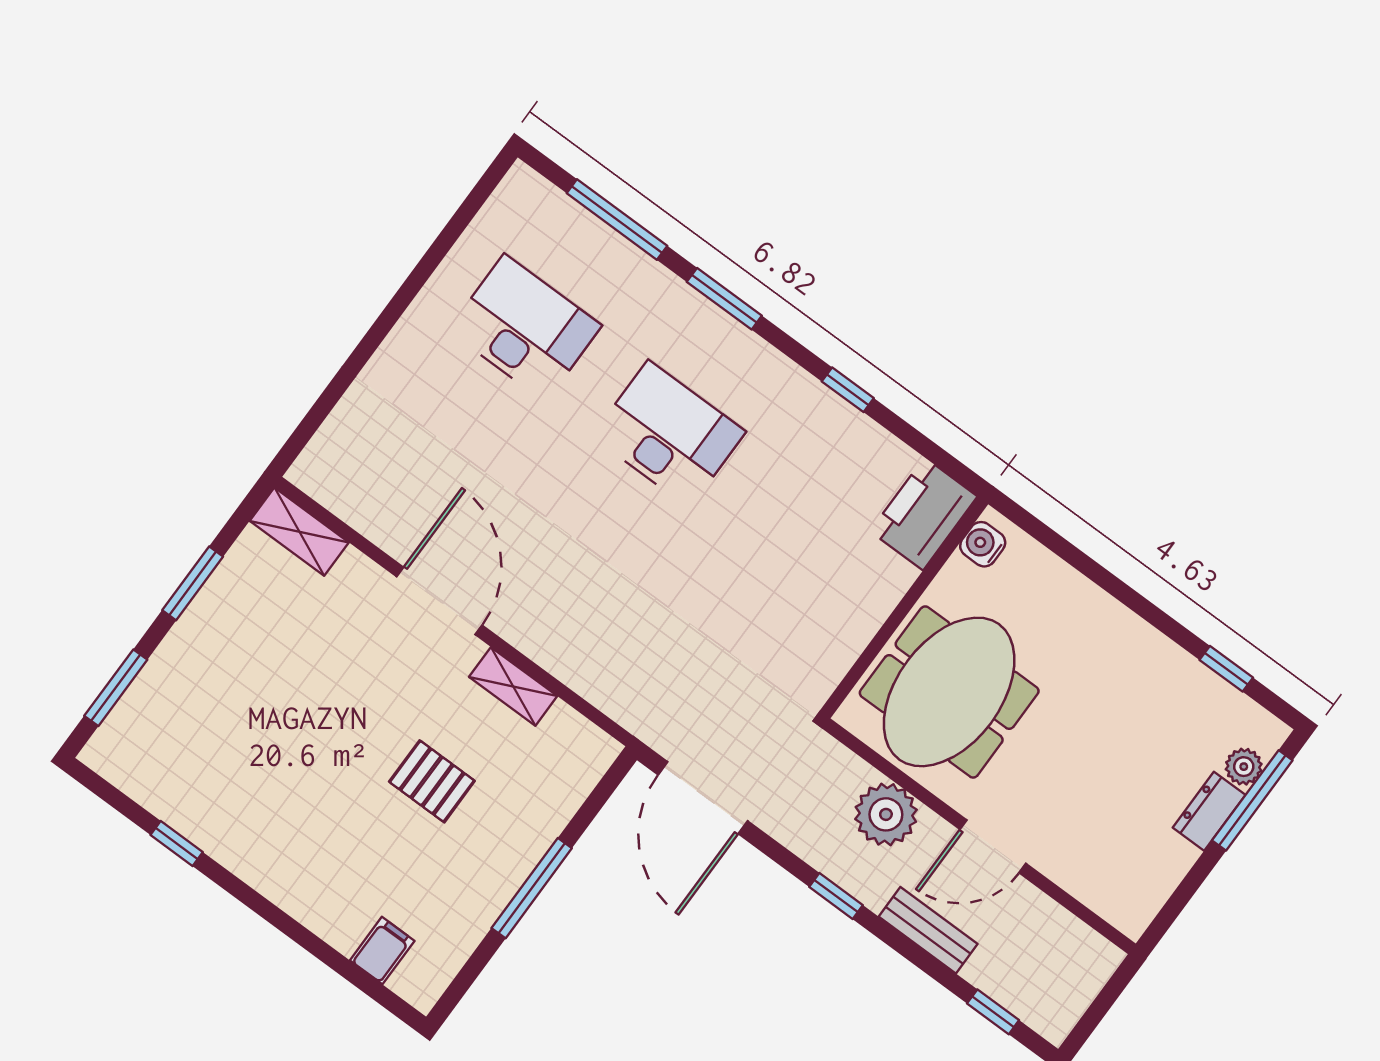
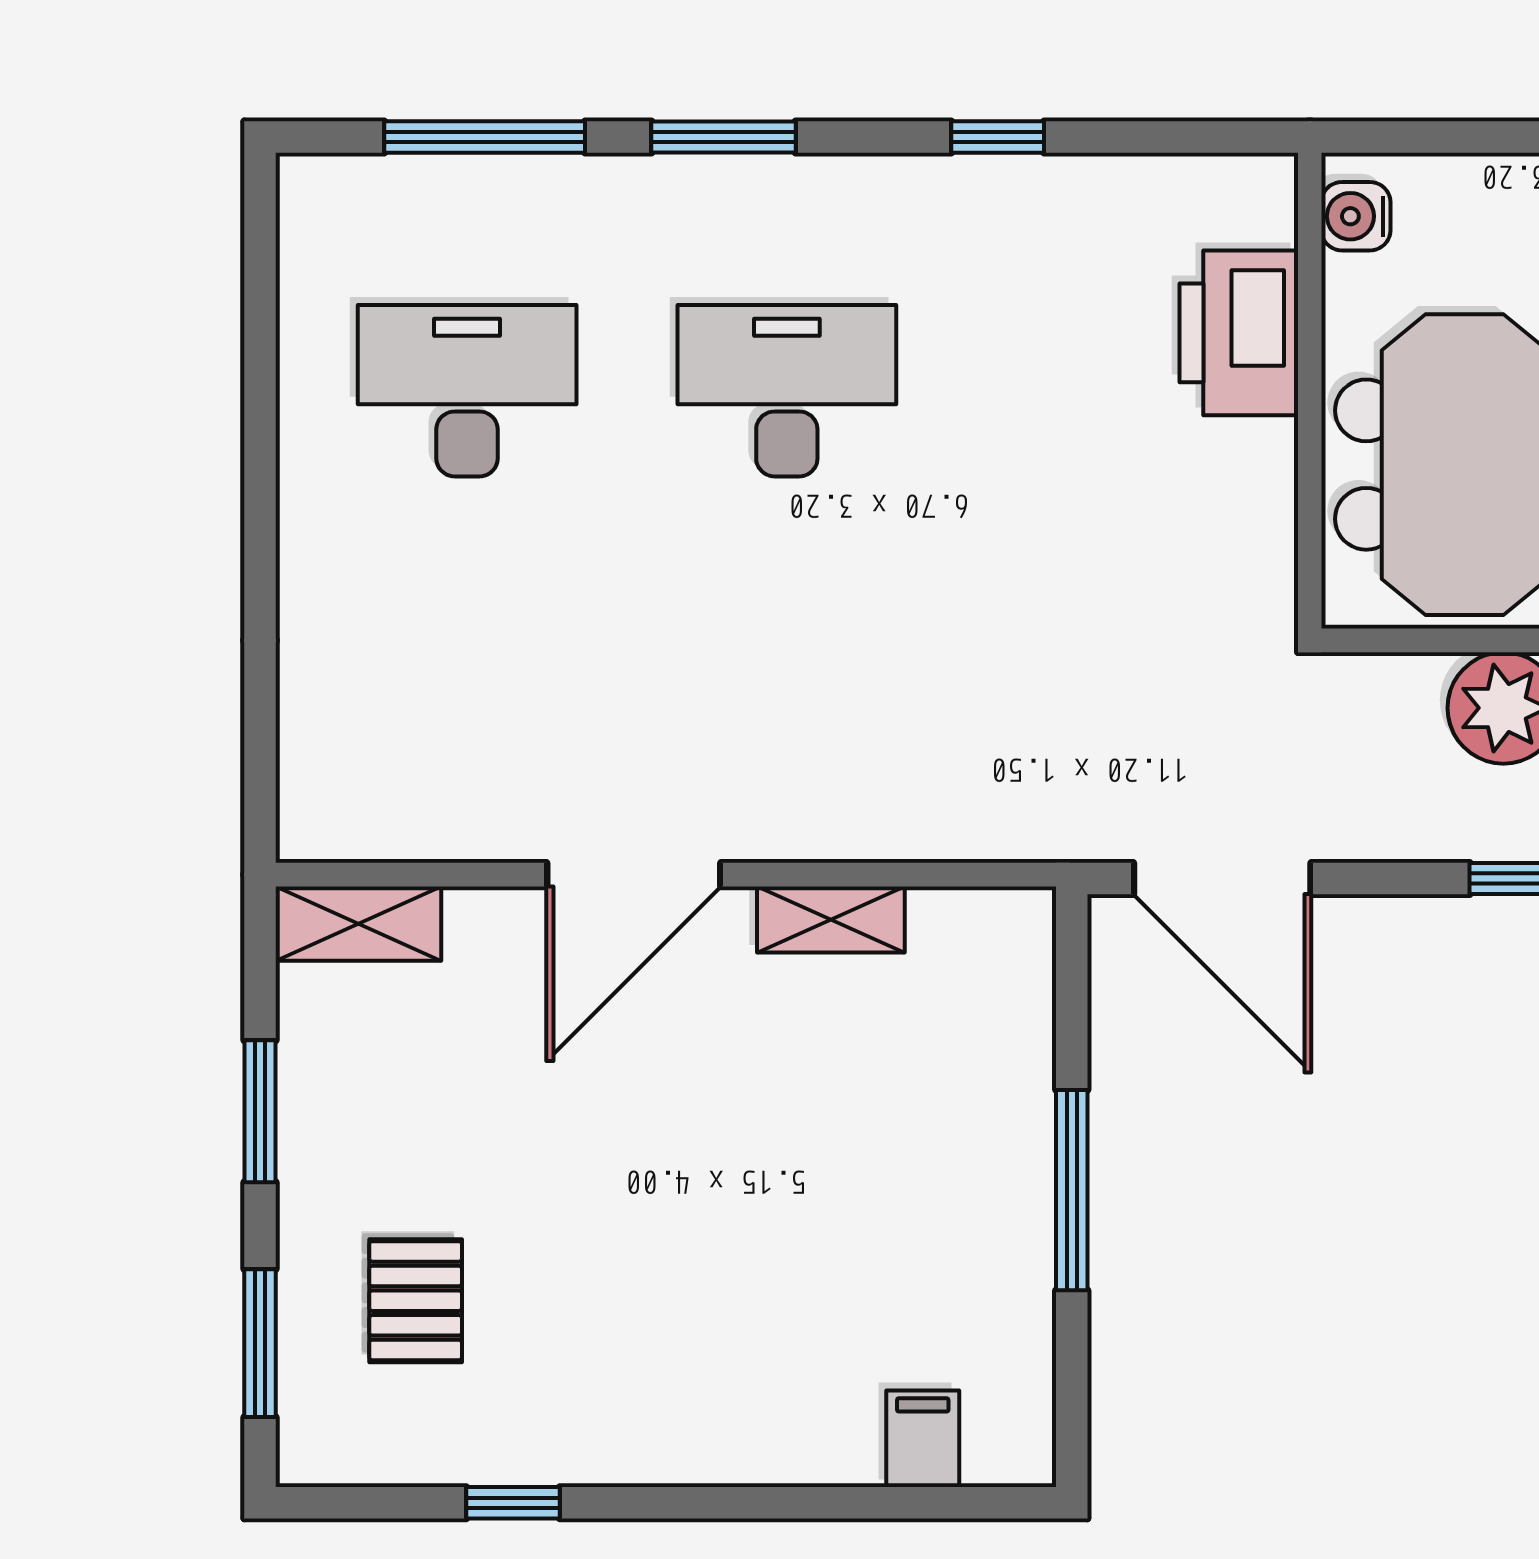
printer: (924, 514) -> (1239, 333), moved
door: (439, 601) -> (634, 875), swing flipped
pallet: (432, 781) -> (416, 1301), moved, turned 90

